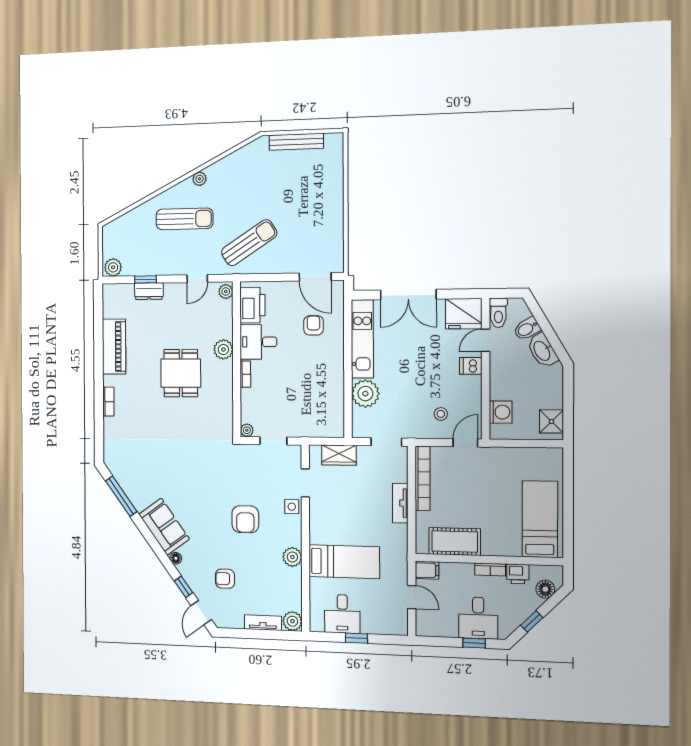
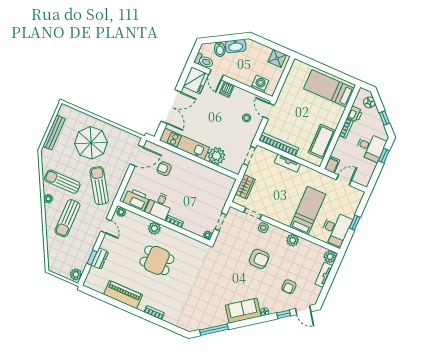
sun lounger: (232, 187) -> (62, 182), added
parasol: (305, 202) -> (91, 143), added
sun lounger: (184, 219) -> (67, 218), turned 180
desk: (342, 614) -> (336, 229), width x1.37

